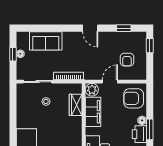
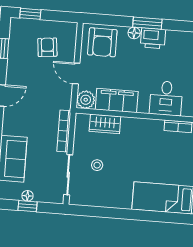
armchair: (127, 60) -> (47, 47), turned -96

